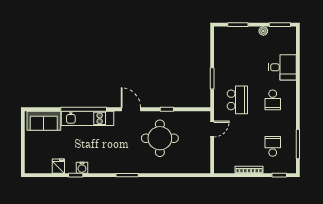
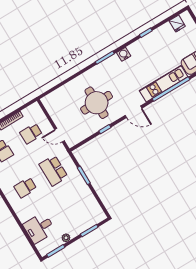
desk: (282, 67) -> (39, 228), moved
school desk: (273, 100) -> (25, 188), turned -90
door: (212, 129) -> (59, 135), hinge flipped
school desk: (237, 146) -> (31, 134), added
fridge: (58, 166) -> (177, 24), moved
water cooler: (82, 168) -> (124, 54), moved

